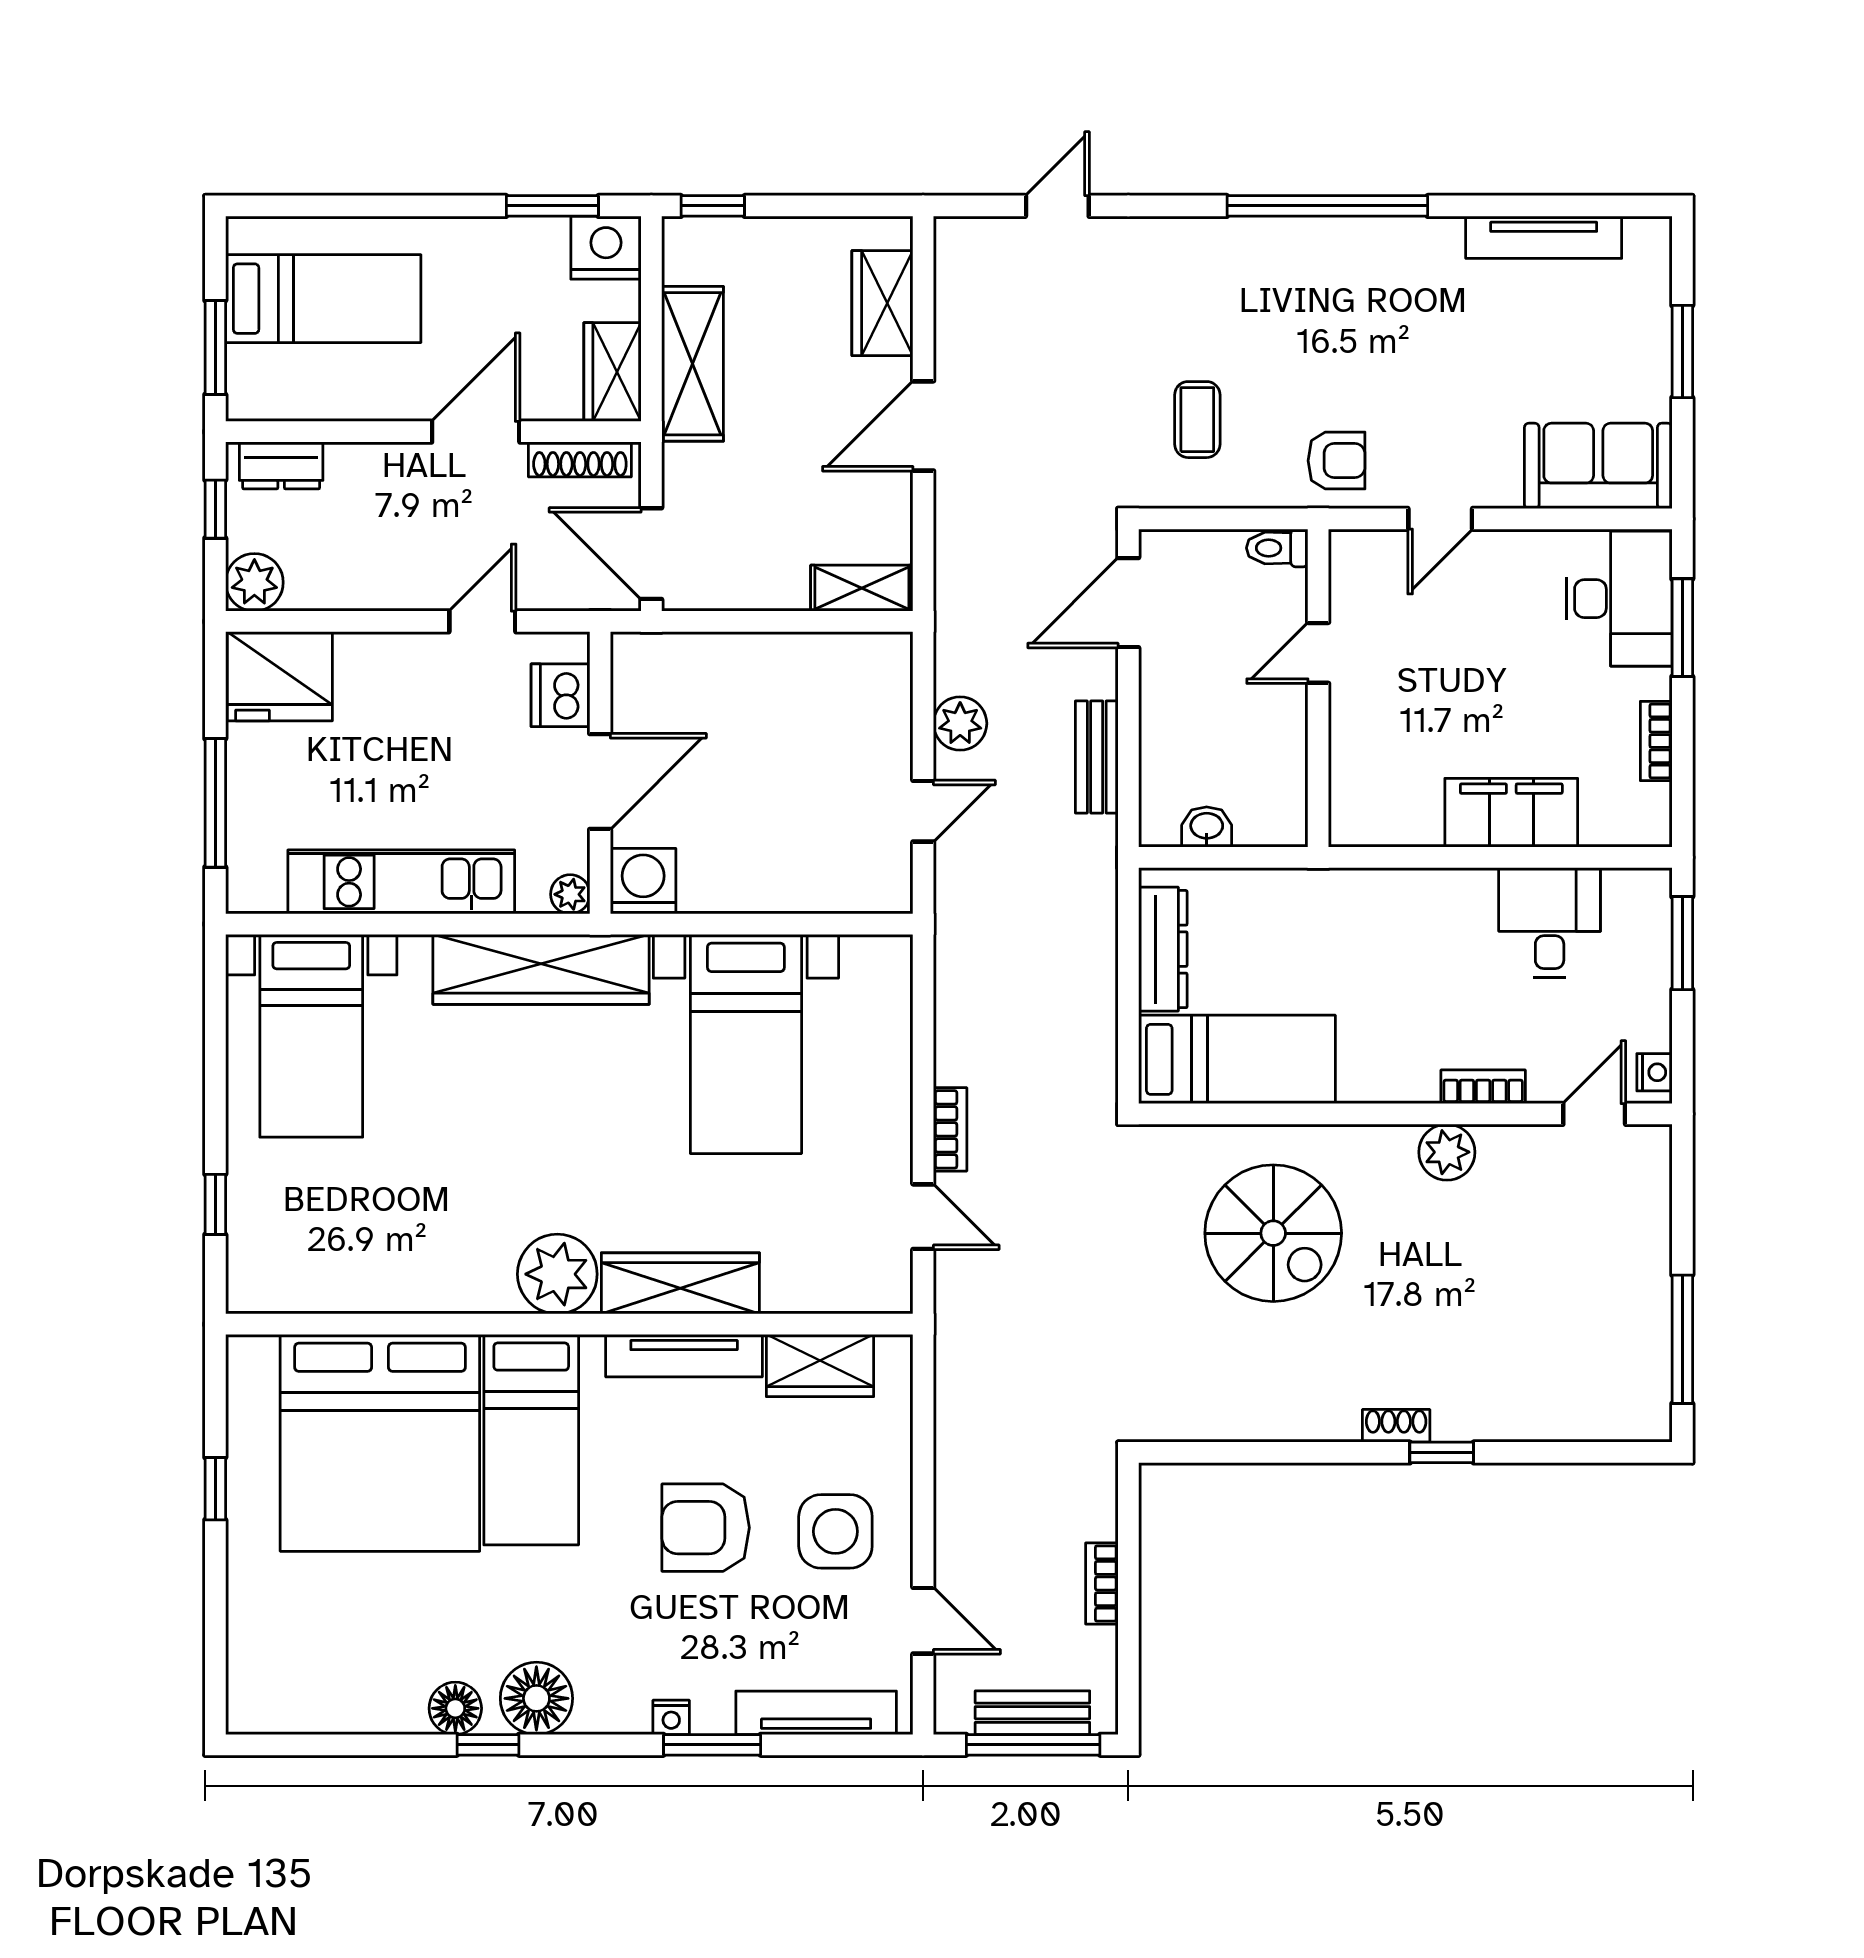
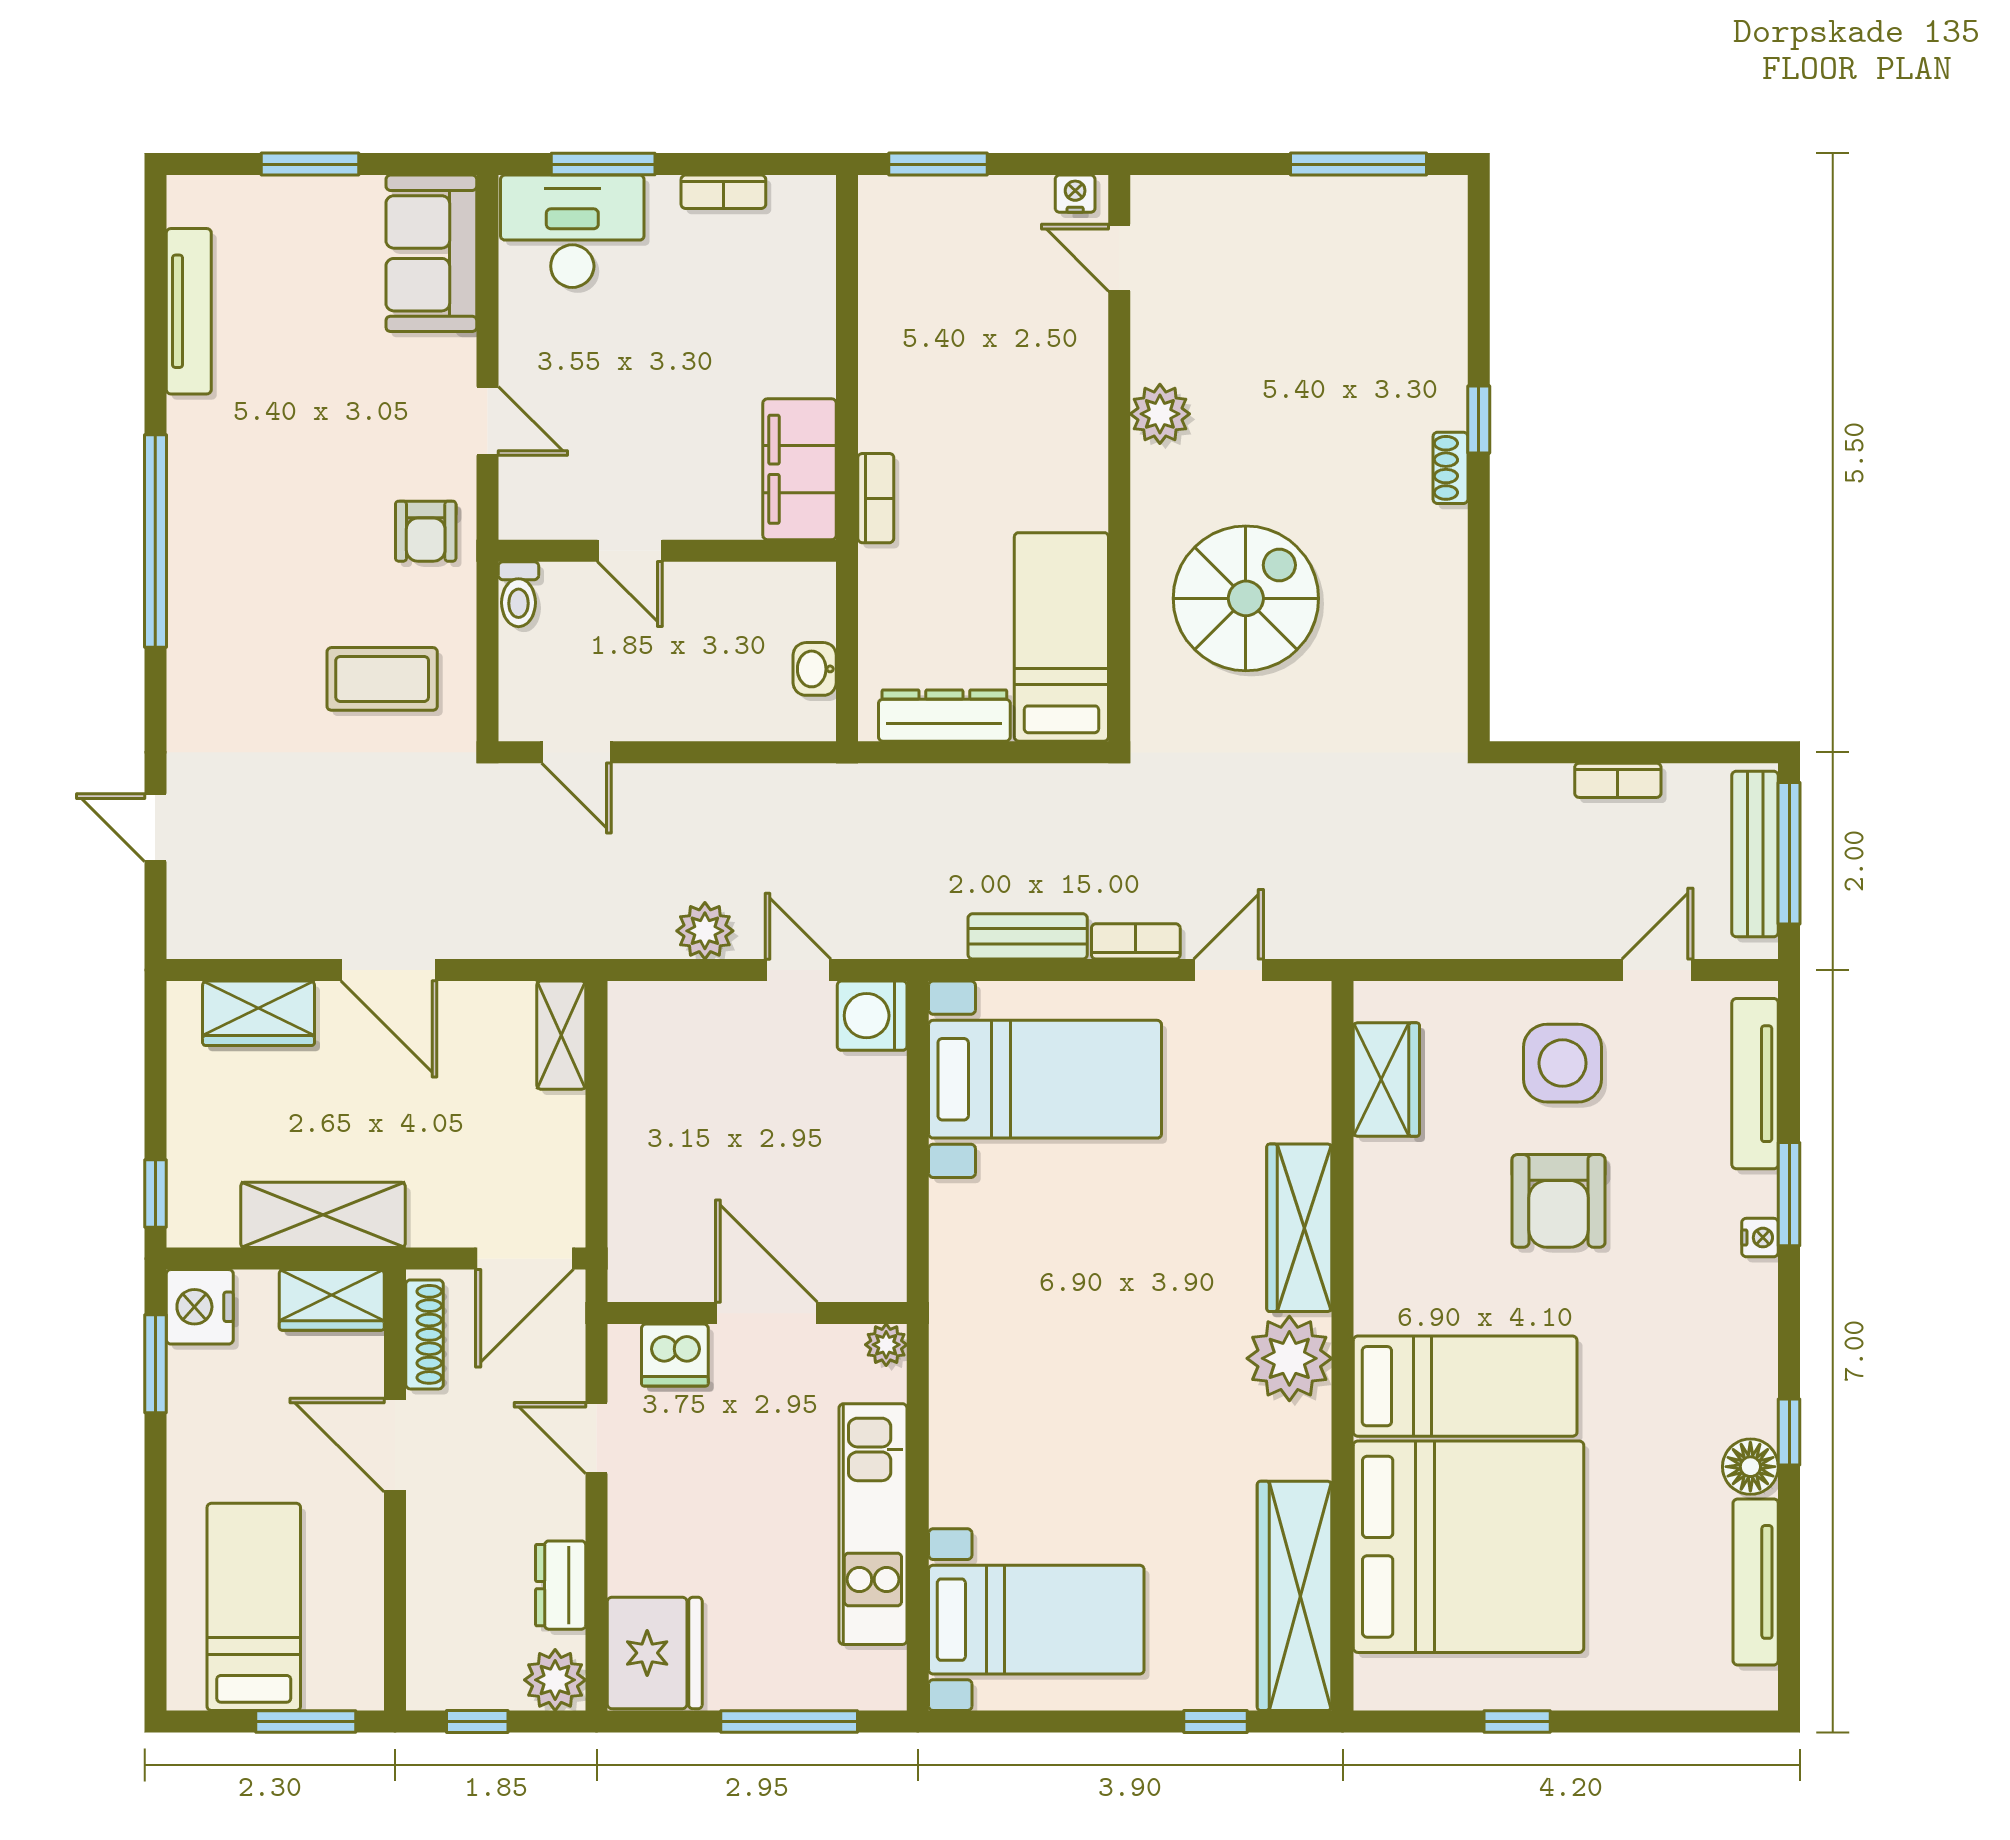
coffee table: (1197, 420) -> (382, 679), width x1.36, depth x1.30
armchair: (1337, 461) -> (426, 531), turned 180
dresser: (281, 465) -> (561, 1585), moved, turned 180
door: (1128, 603) -> (577, 752), width x0.73
bench: (1097, 757) -> (1028, 936), moved
filing cabinet: (1511, 813) -> (800, 469), moved
washing machine: (643, 881) -> (872, 1016), moved
desk: (1550, 923) -> (916, 305), removed
wardrobe: (541, 969) -> (1295, 1596), moved, turned 180
bed with nightstands: (746, 1044) -> (1045, 1079), moved
bookcase: (1483, 1087) -> (876, 498), moved, turned 180
tv unit: (684, 1356) -> (1756, 1582), moved, turned 180
floor lamp: (536, 1698) -> (1740, 1381), removed
bench: (1032, 1713) -> (1755, 854), width x1.36

